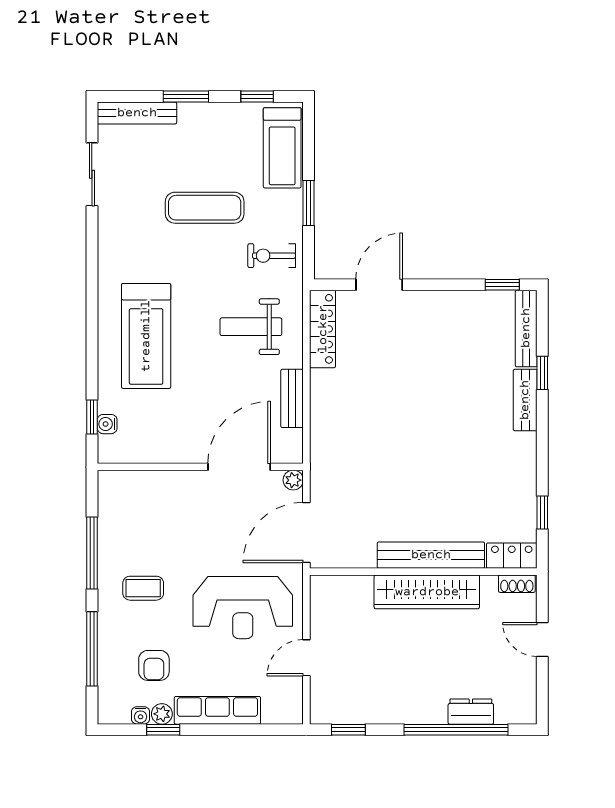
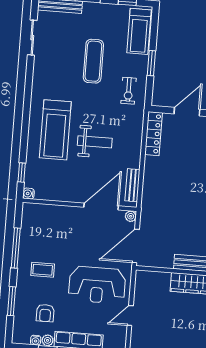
exercise mat: (205, 208) -> (93, 61), turned 90
exercise bike: (272, 256) -> (128, 91), turned -90
weight bench: (251, 327) -> (95, 142), moved, turned 180
bench: (292, 398) -> (132, 185), moved
water cooler: (107, 424) -> (29, 194), moved
window: (92, 649) -> (12, 301), width x0.69

